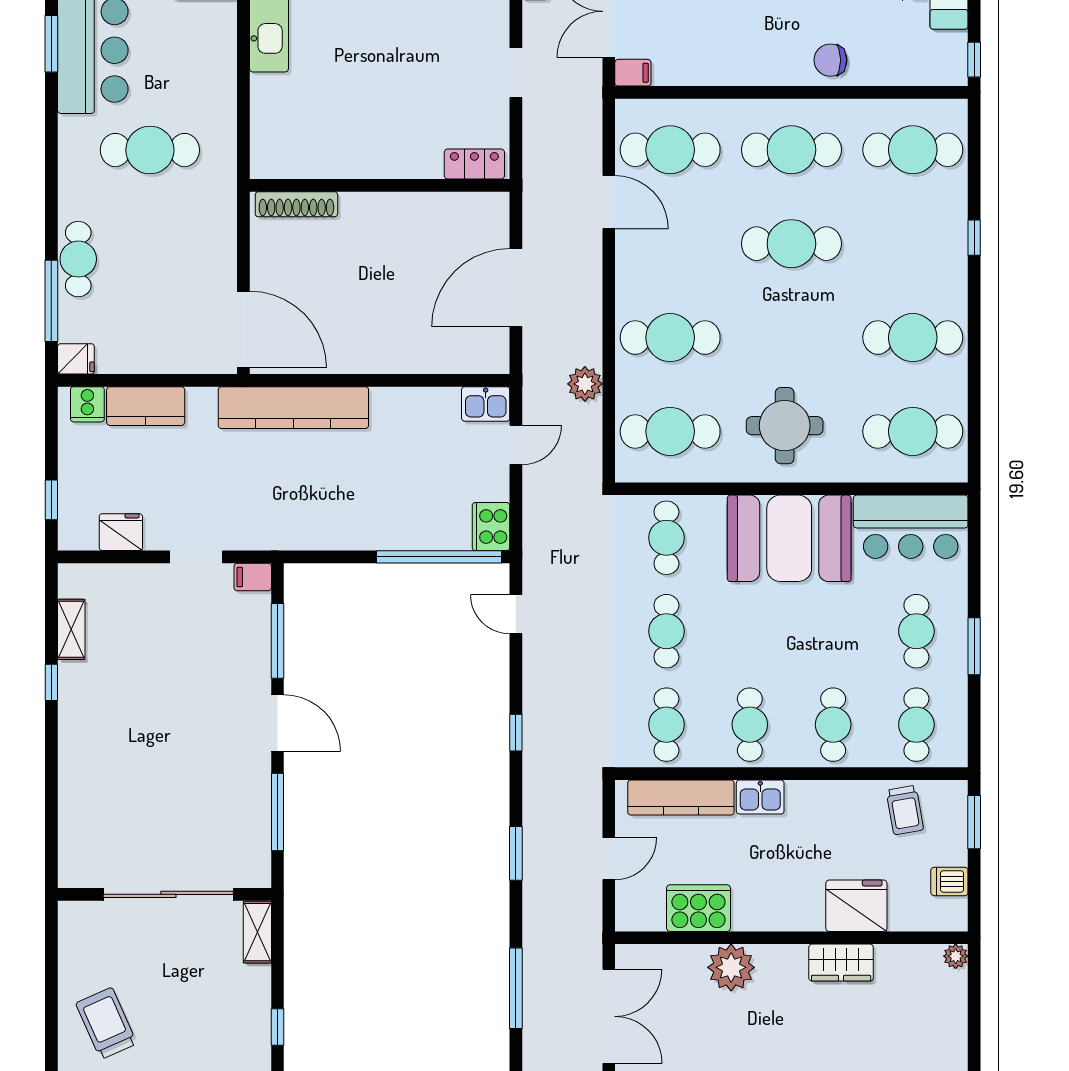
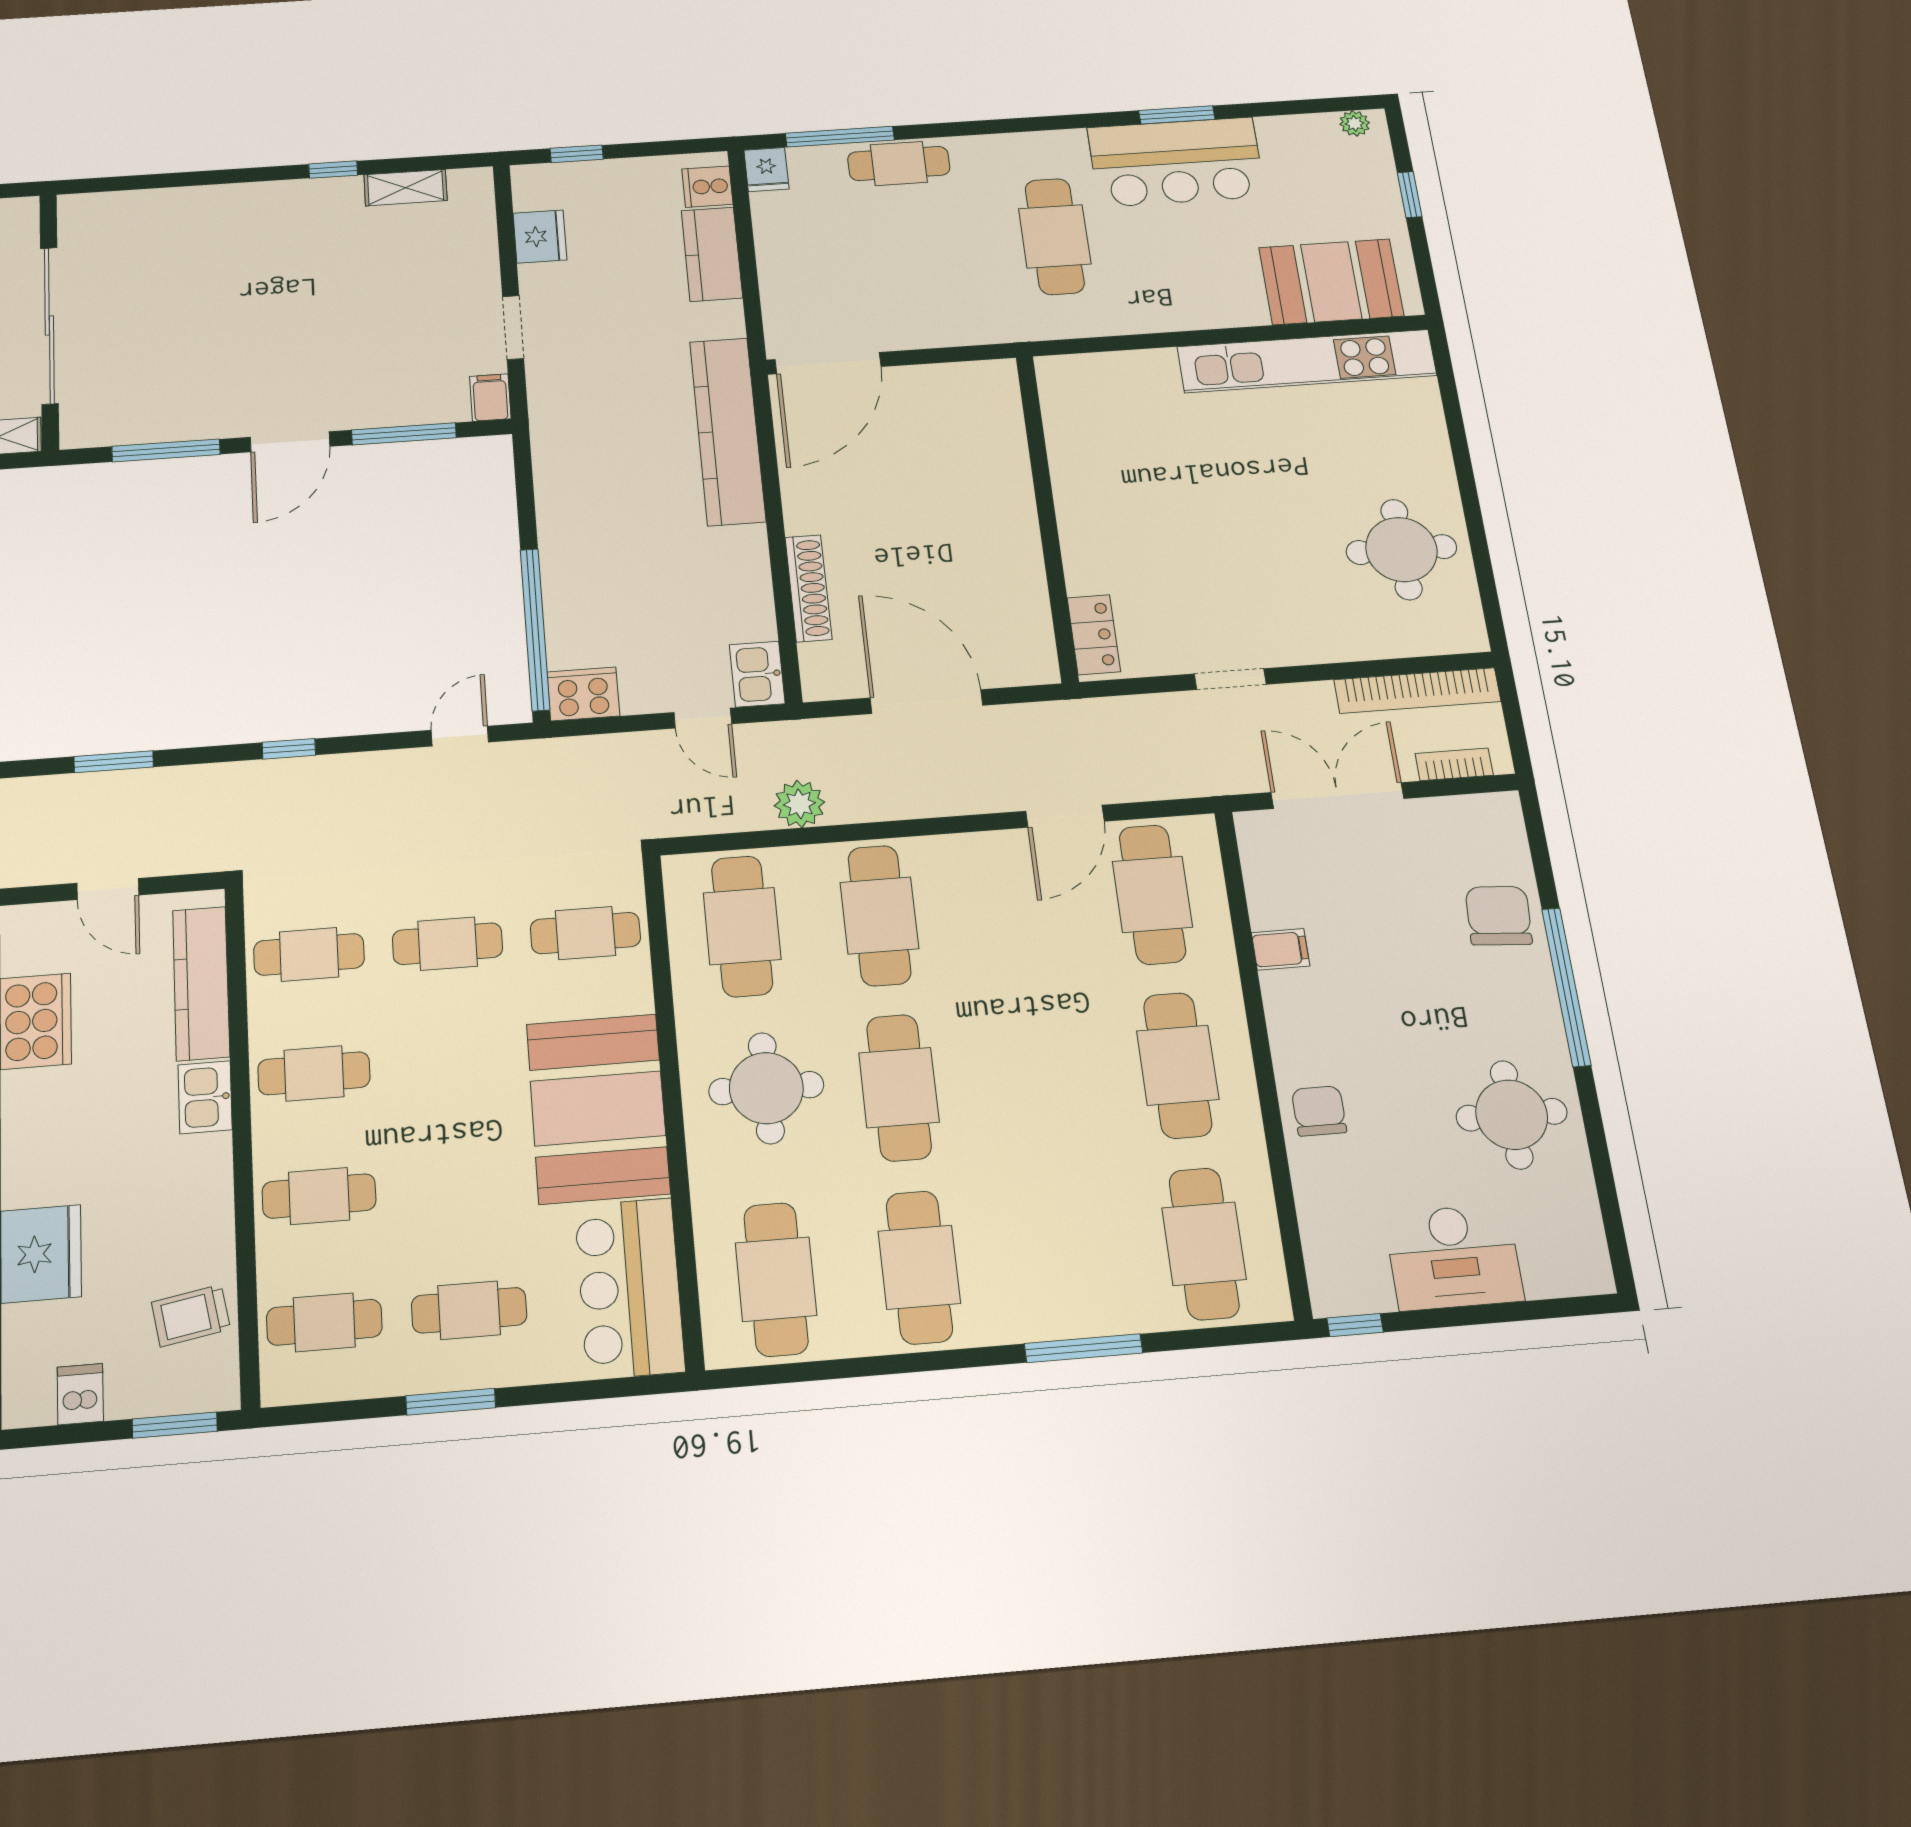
filing cabinet: (633, 73) -> (1281, 949), moved, turned -90
shoe rack: (296, 204) -> (808, 588), moved, turned 180
window: (974, 238) -> (1083, 1348), width x2.17
cafe table: (791, 244) -> (899, 1088), moved

